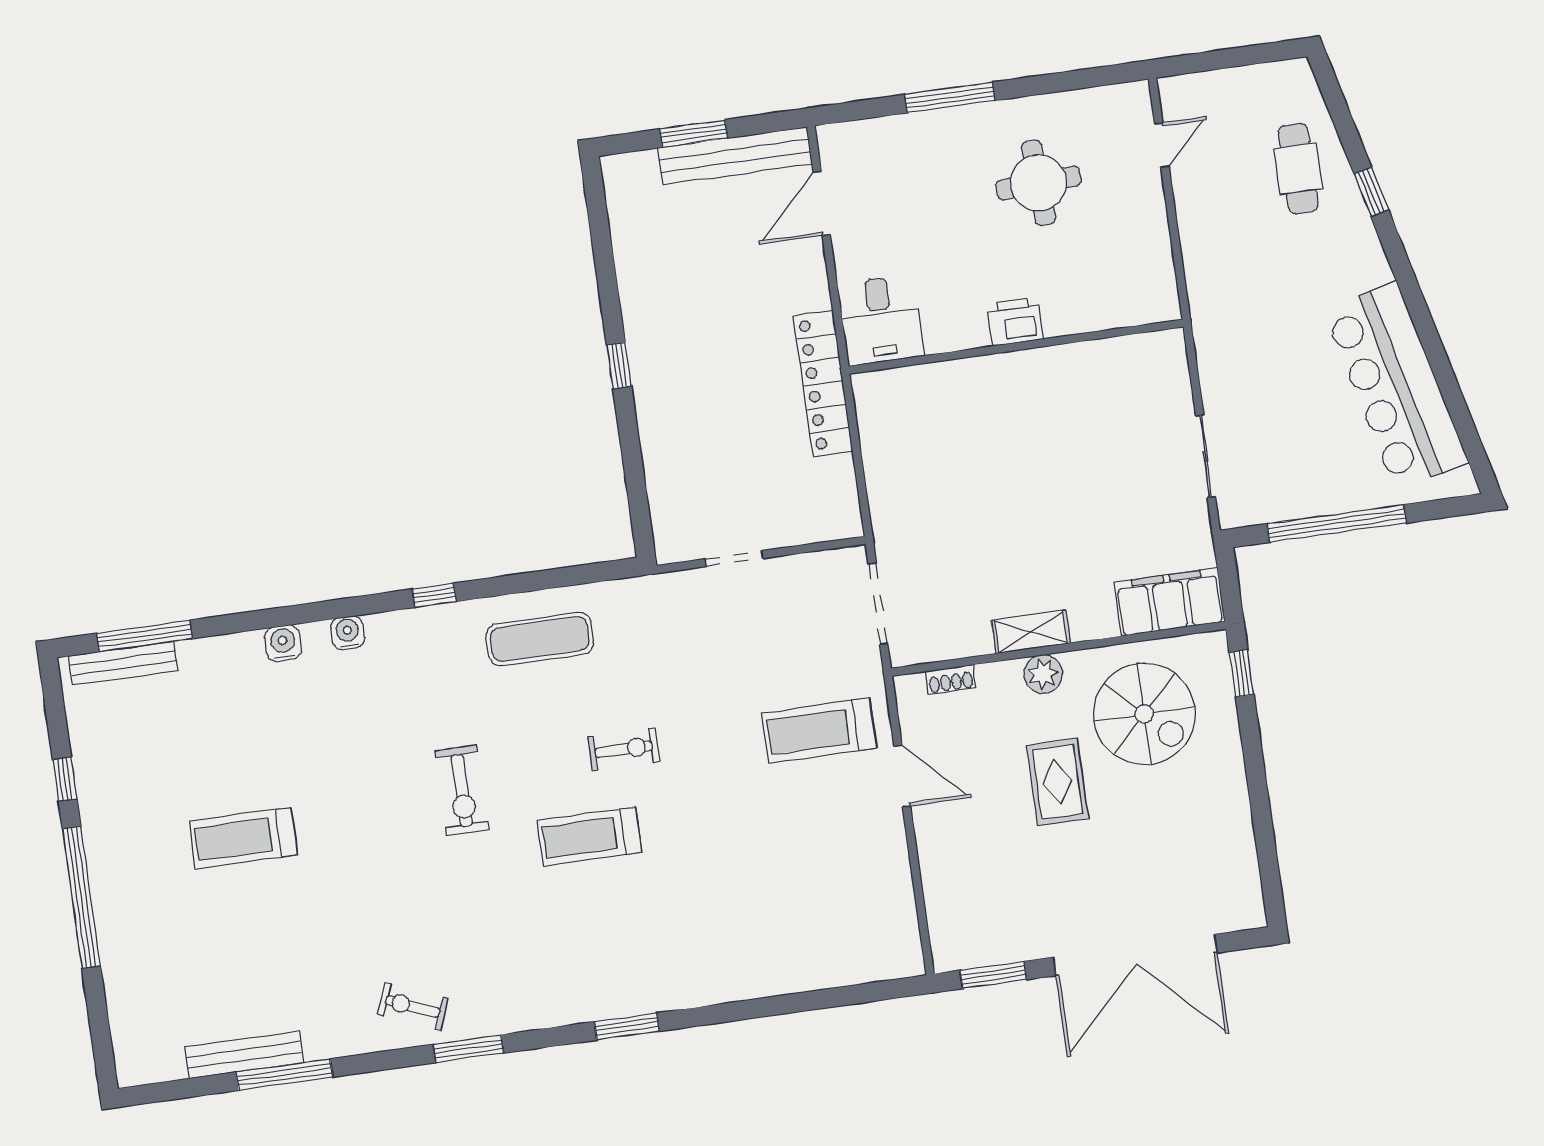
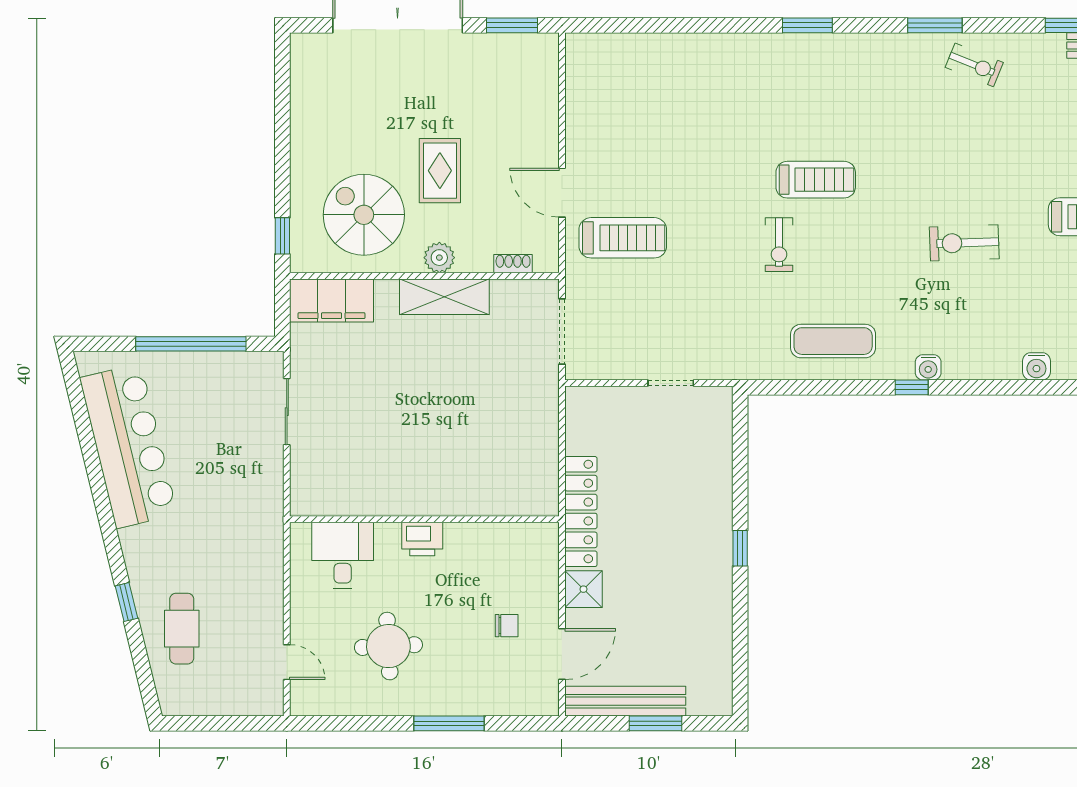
door: (1162, 145) -> (287, 662), swing flipped
chair: (895, 229) -> (507, 626), added
shower: (806, 288) -> (583, 589), added
desk: (881, 320) -> (343, 555), moved
shelving: (1031, 632) -> (444, 297), width x1.50, depth x1.33
water cooler: (348, 633) -> (928, 367), moved
exercise bike: (624, 749) -> (779, 245), turned -90
exercise bike: (462, 790) -> (964, 243), moved, turned -92

